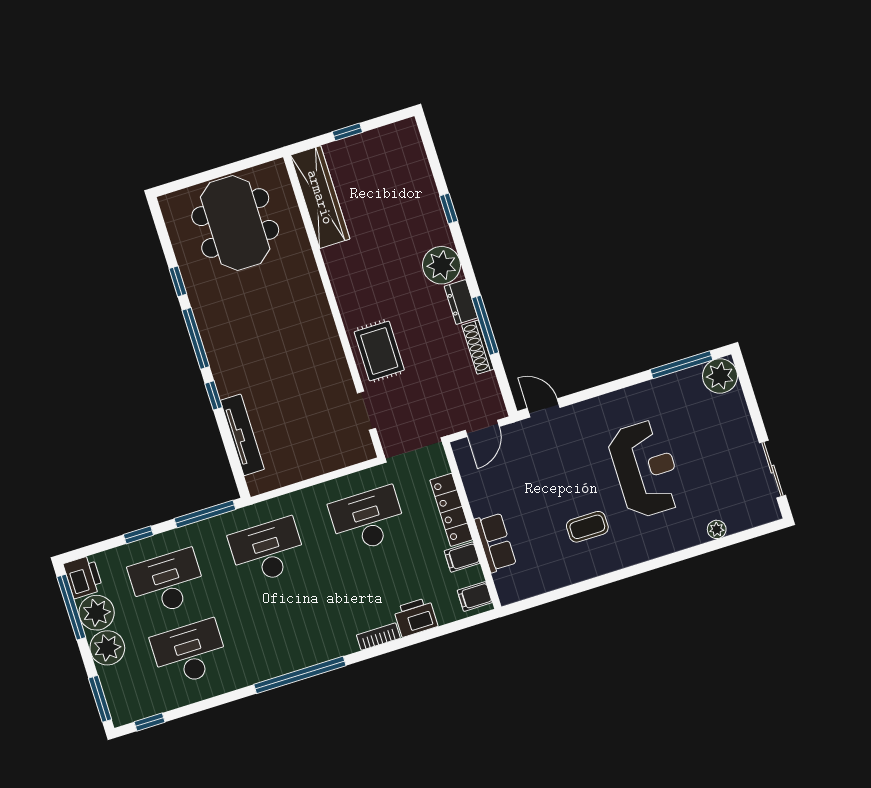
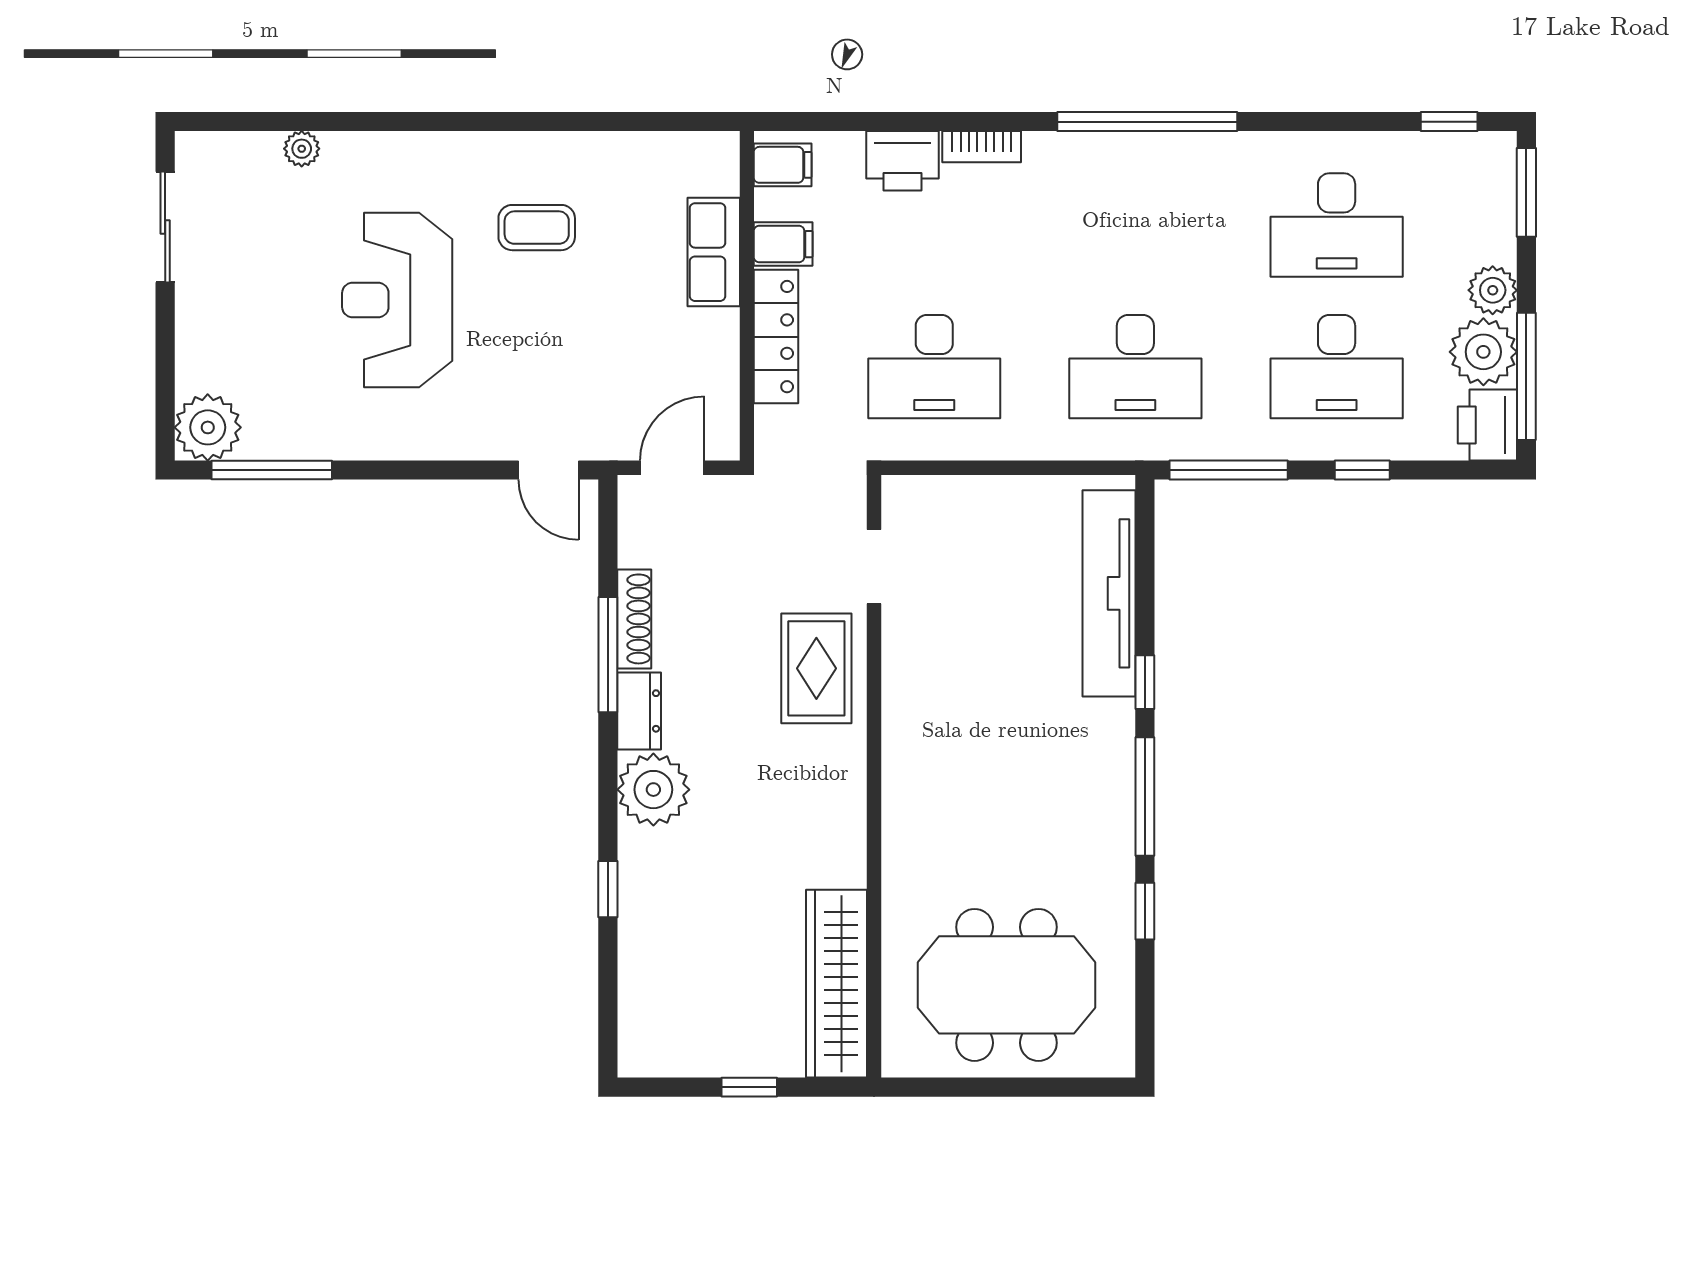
meeting table: (235, 223) -> (1007, 985), turned 90
tv unit: (242, 435) -> (1109, 593), width x1.36, depth x1.29
plant: (107, 648) -> (1493, 290), width x0.73, depth x0.73

